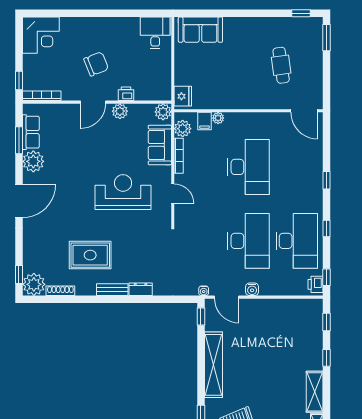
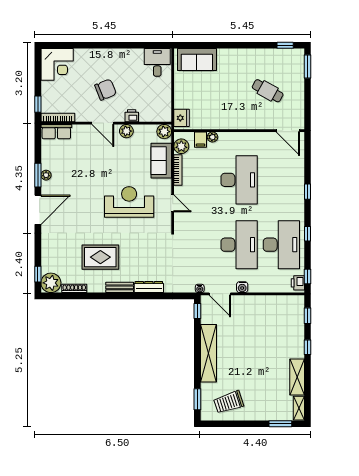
cafe table: (281, 65) -> (268, 91), turned -53
door: (93, 102) -> (103, 123), hinge flipped
row of seats: (31, 132) -> (56, 132), moved, turned 90
window: (19, 140) -> (38, 175), moved
plant: (33, 161) -> (46, 175), width x0.53, depth x0.53
dresser: (141, 289) -> (149, 287), width x1.44

